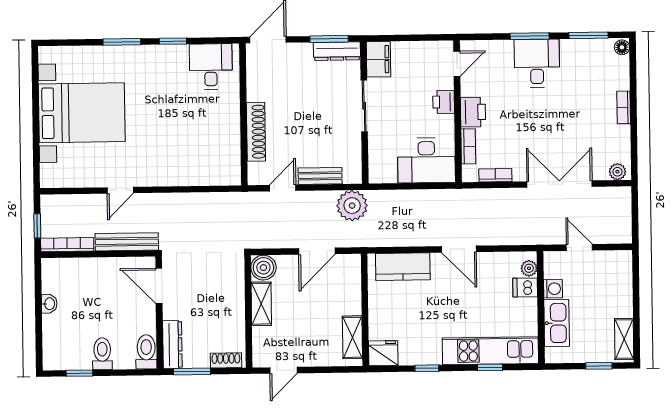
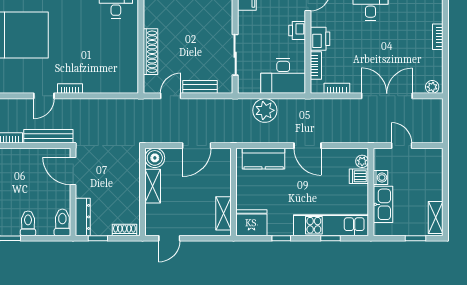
sliding door: (364, 106) -> (235, 55), moved
bookcase: (154, 180) -> (70, 89), added
plant: (352, 206) -> (265, 110), moved
fridge: (383, 353) -> (251, 223), width x1.36, depth x1.34
window: (192, 372) -> (98, 238), width x0.67

